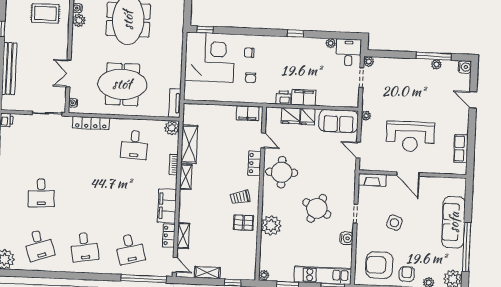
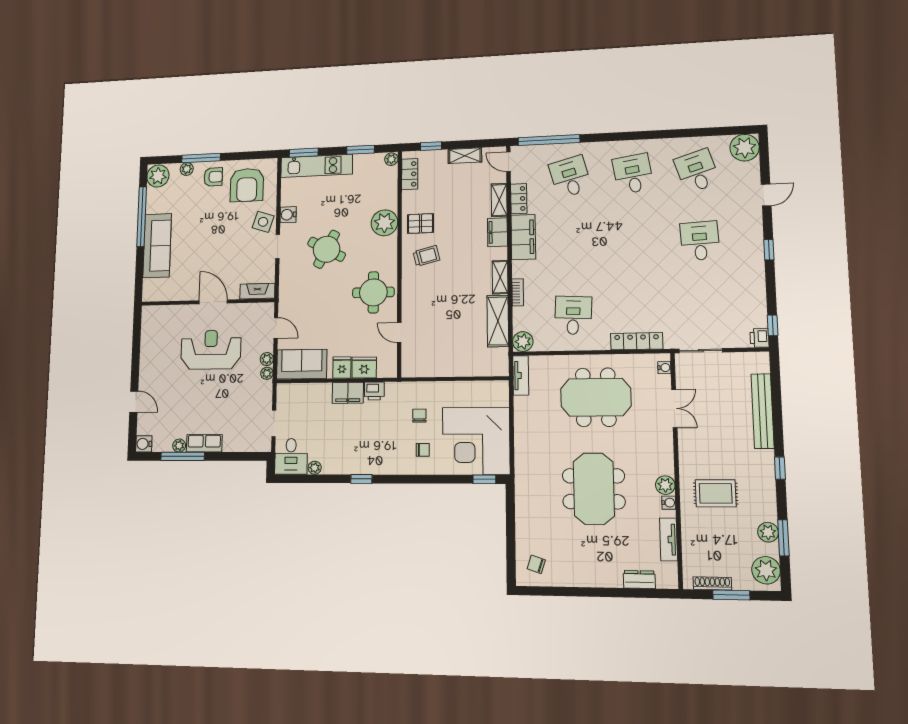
plant: (369, 62) -> (267, 359), moved
filing cabinet: (248, 113) -> (497, 232), moved, turned -90
row of seats: (461, 149) -> (204, 443), moved, turned -90
locker: (254, 163) -> (410, 174), moved
side table: (394, 223) -> (263, 222), moved
armchair: (379, 265) -> (247, 185), turned 90
armchair: (407, 274) -> (213, 177), turned -90

